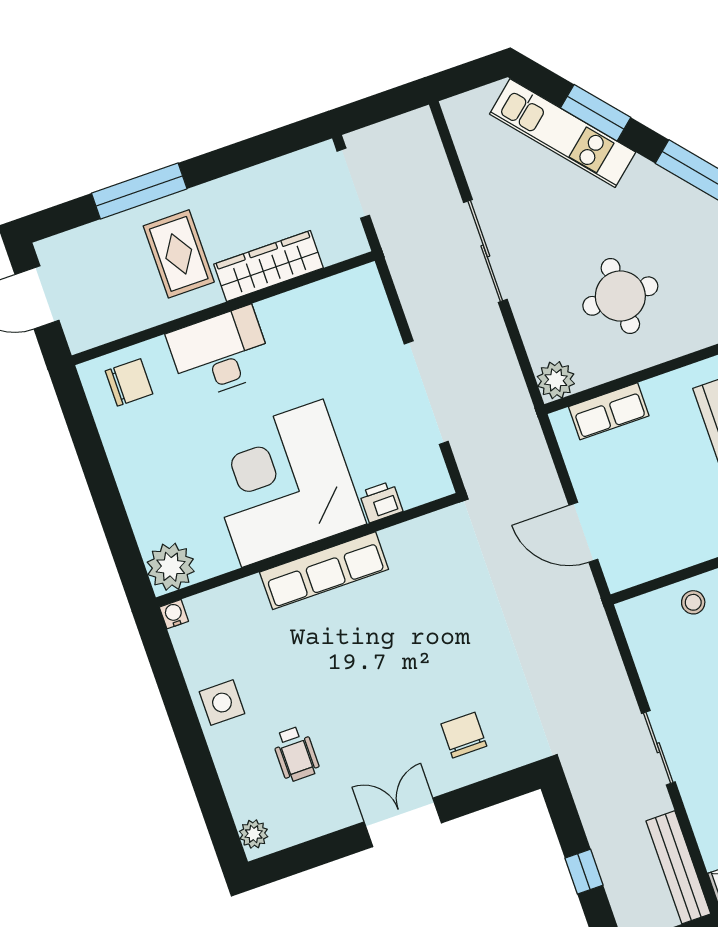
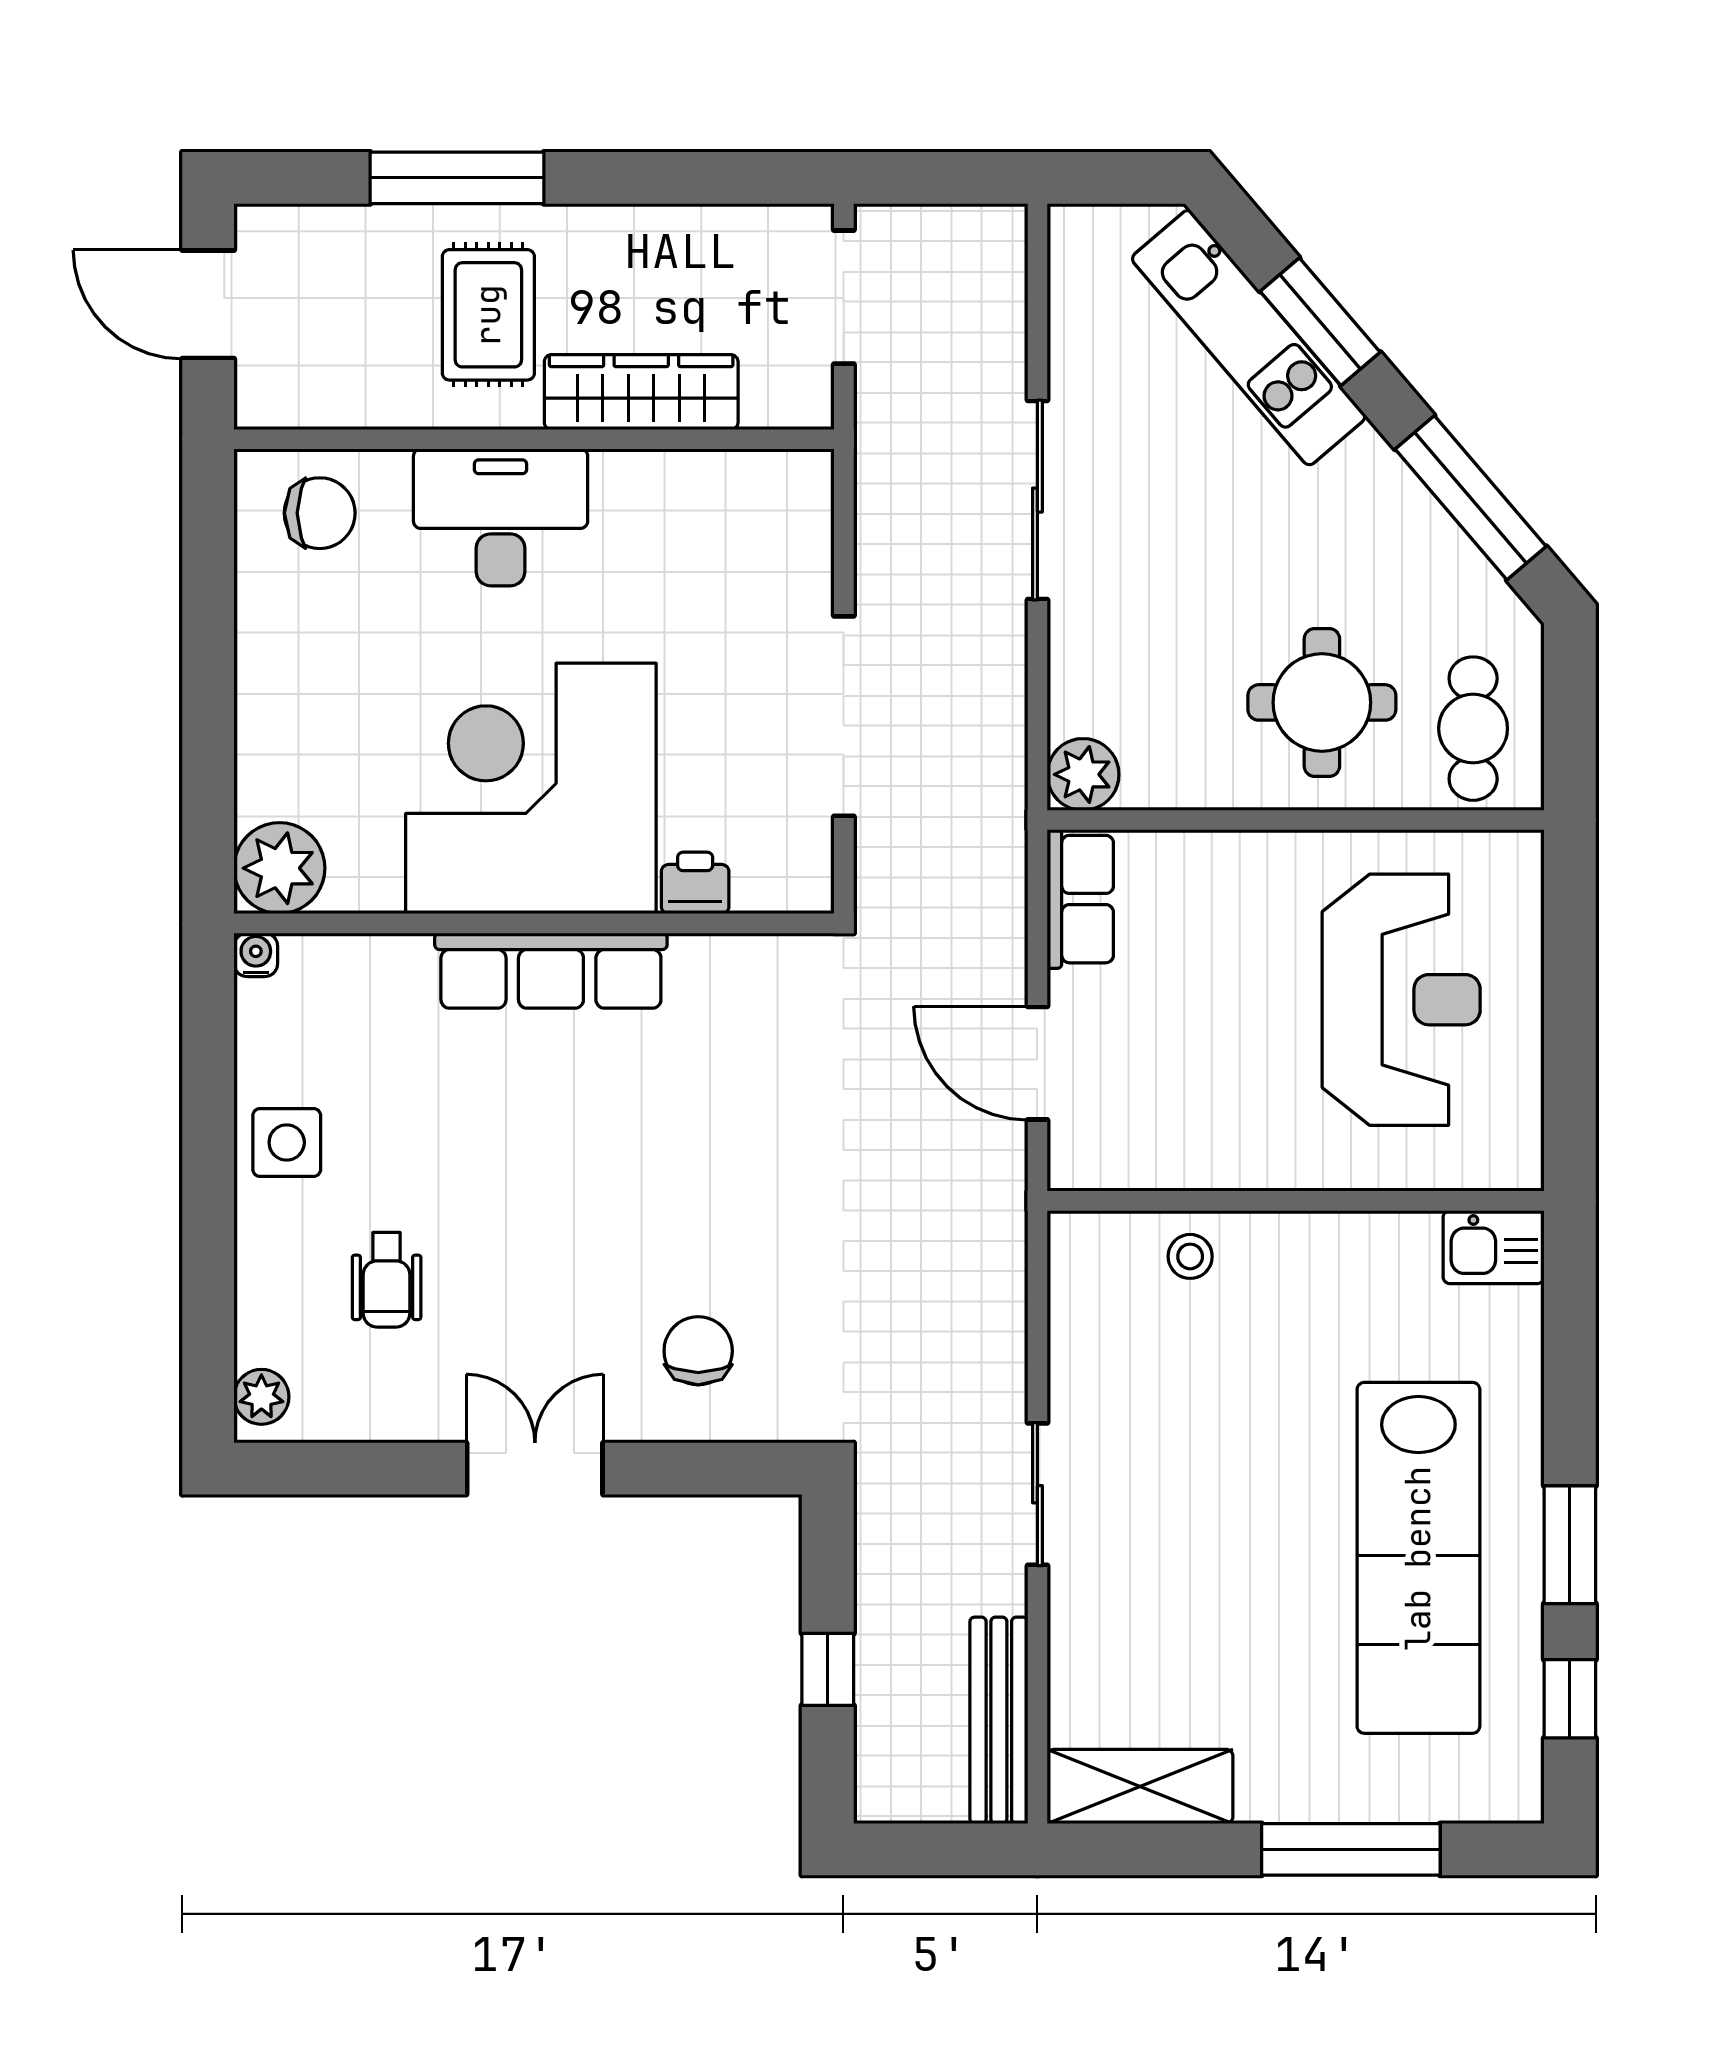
round table: (620, 296) -> (1322, 702), moved
row of seats: (609, 411) -> (1080, 899), moved, turned -90

